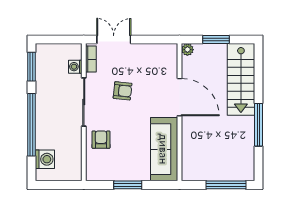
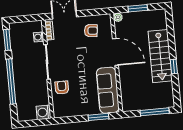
stairs: (241, 79) -> (160, 56), moved
armchair: (123, 91) -> (91, 31), moved
window: (258, 125) -> (174, 67), width x0.46
washing machine: (45, 159) -> (43, 112), moved, turned 180
window: (128, 185) -> (98, 117), moved

